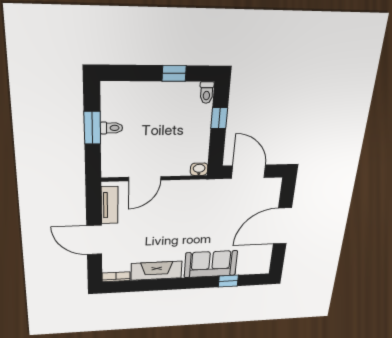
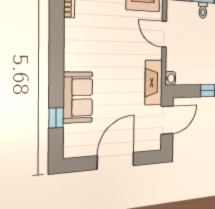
door: (282, 226) -> (116, 161), hinge flipped
fireplace: (157, 271) -> (154, 83), moved, turned 180

